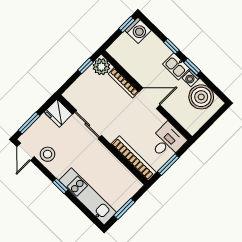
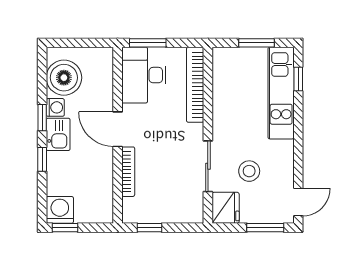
plant: (101, 67) -> (134, 211), removed
desk: (167, 141) -> (144, 75), width x1.37
stool: (48, 154) -> (249, 171), moved
window: (168, 165) -> (148, 43), moved
window: (60, 186) -> (298, 79), moved

